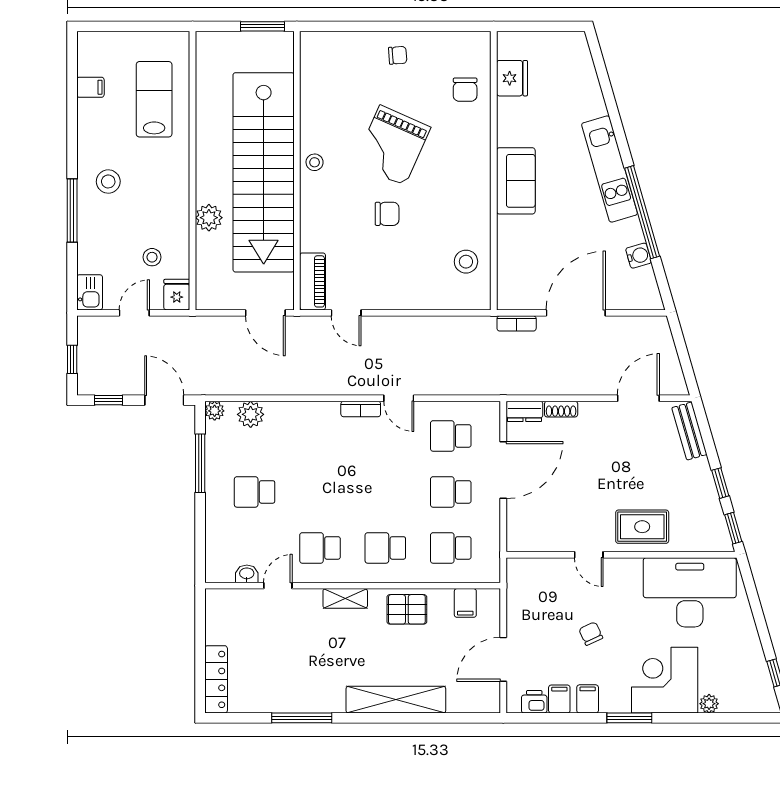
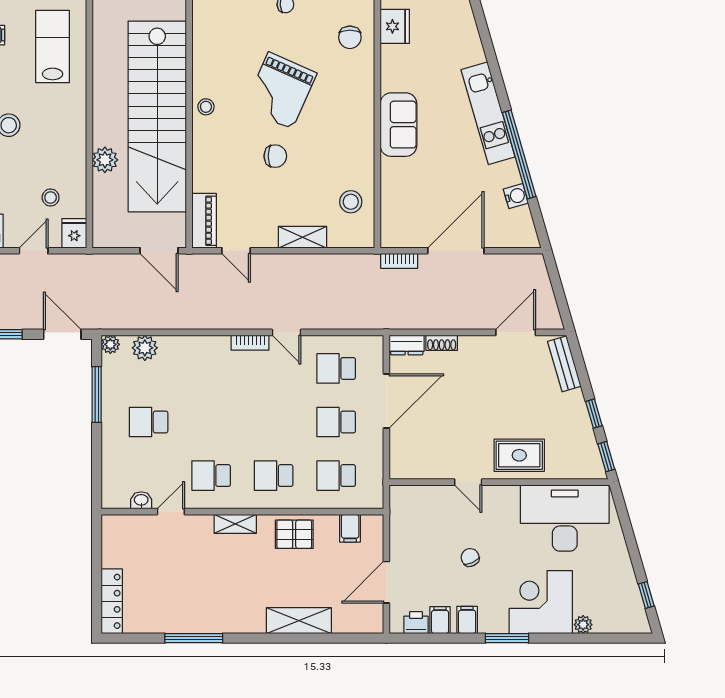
shelving: (416, 299) -> (302, 237), added
shelving: (396, 700) -> (299, 621), width x0.68

